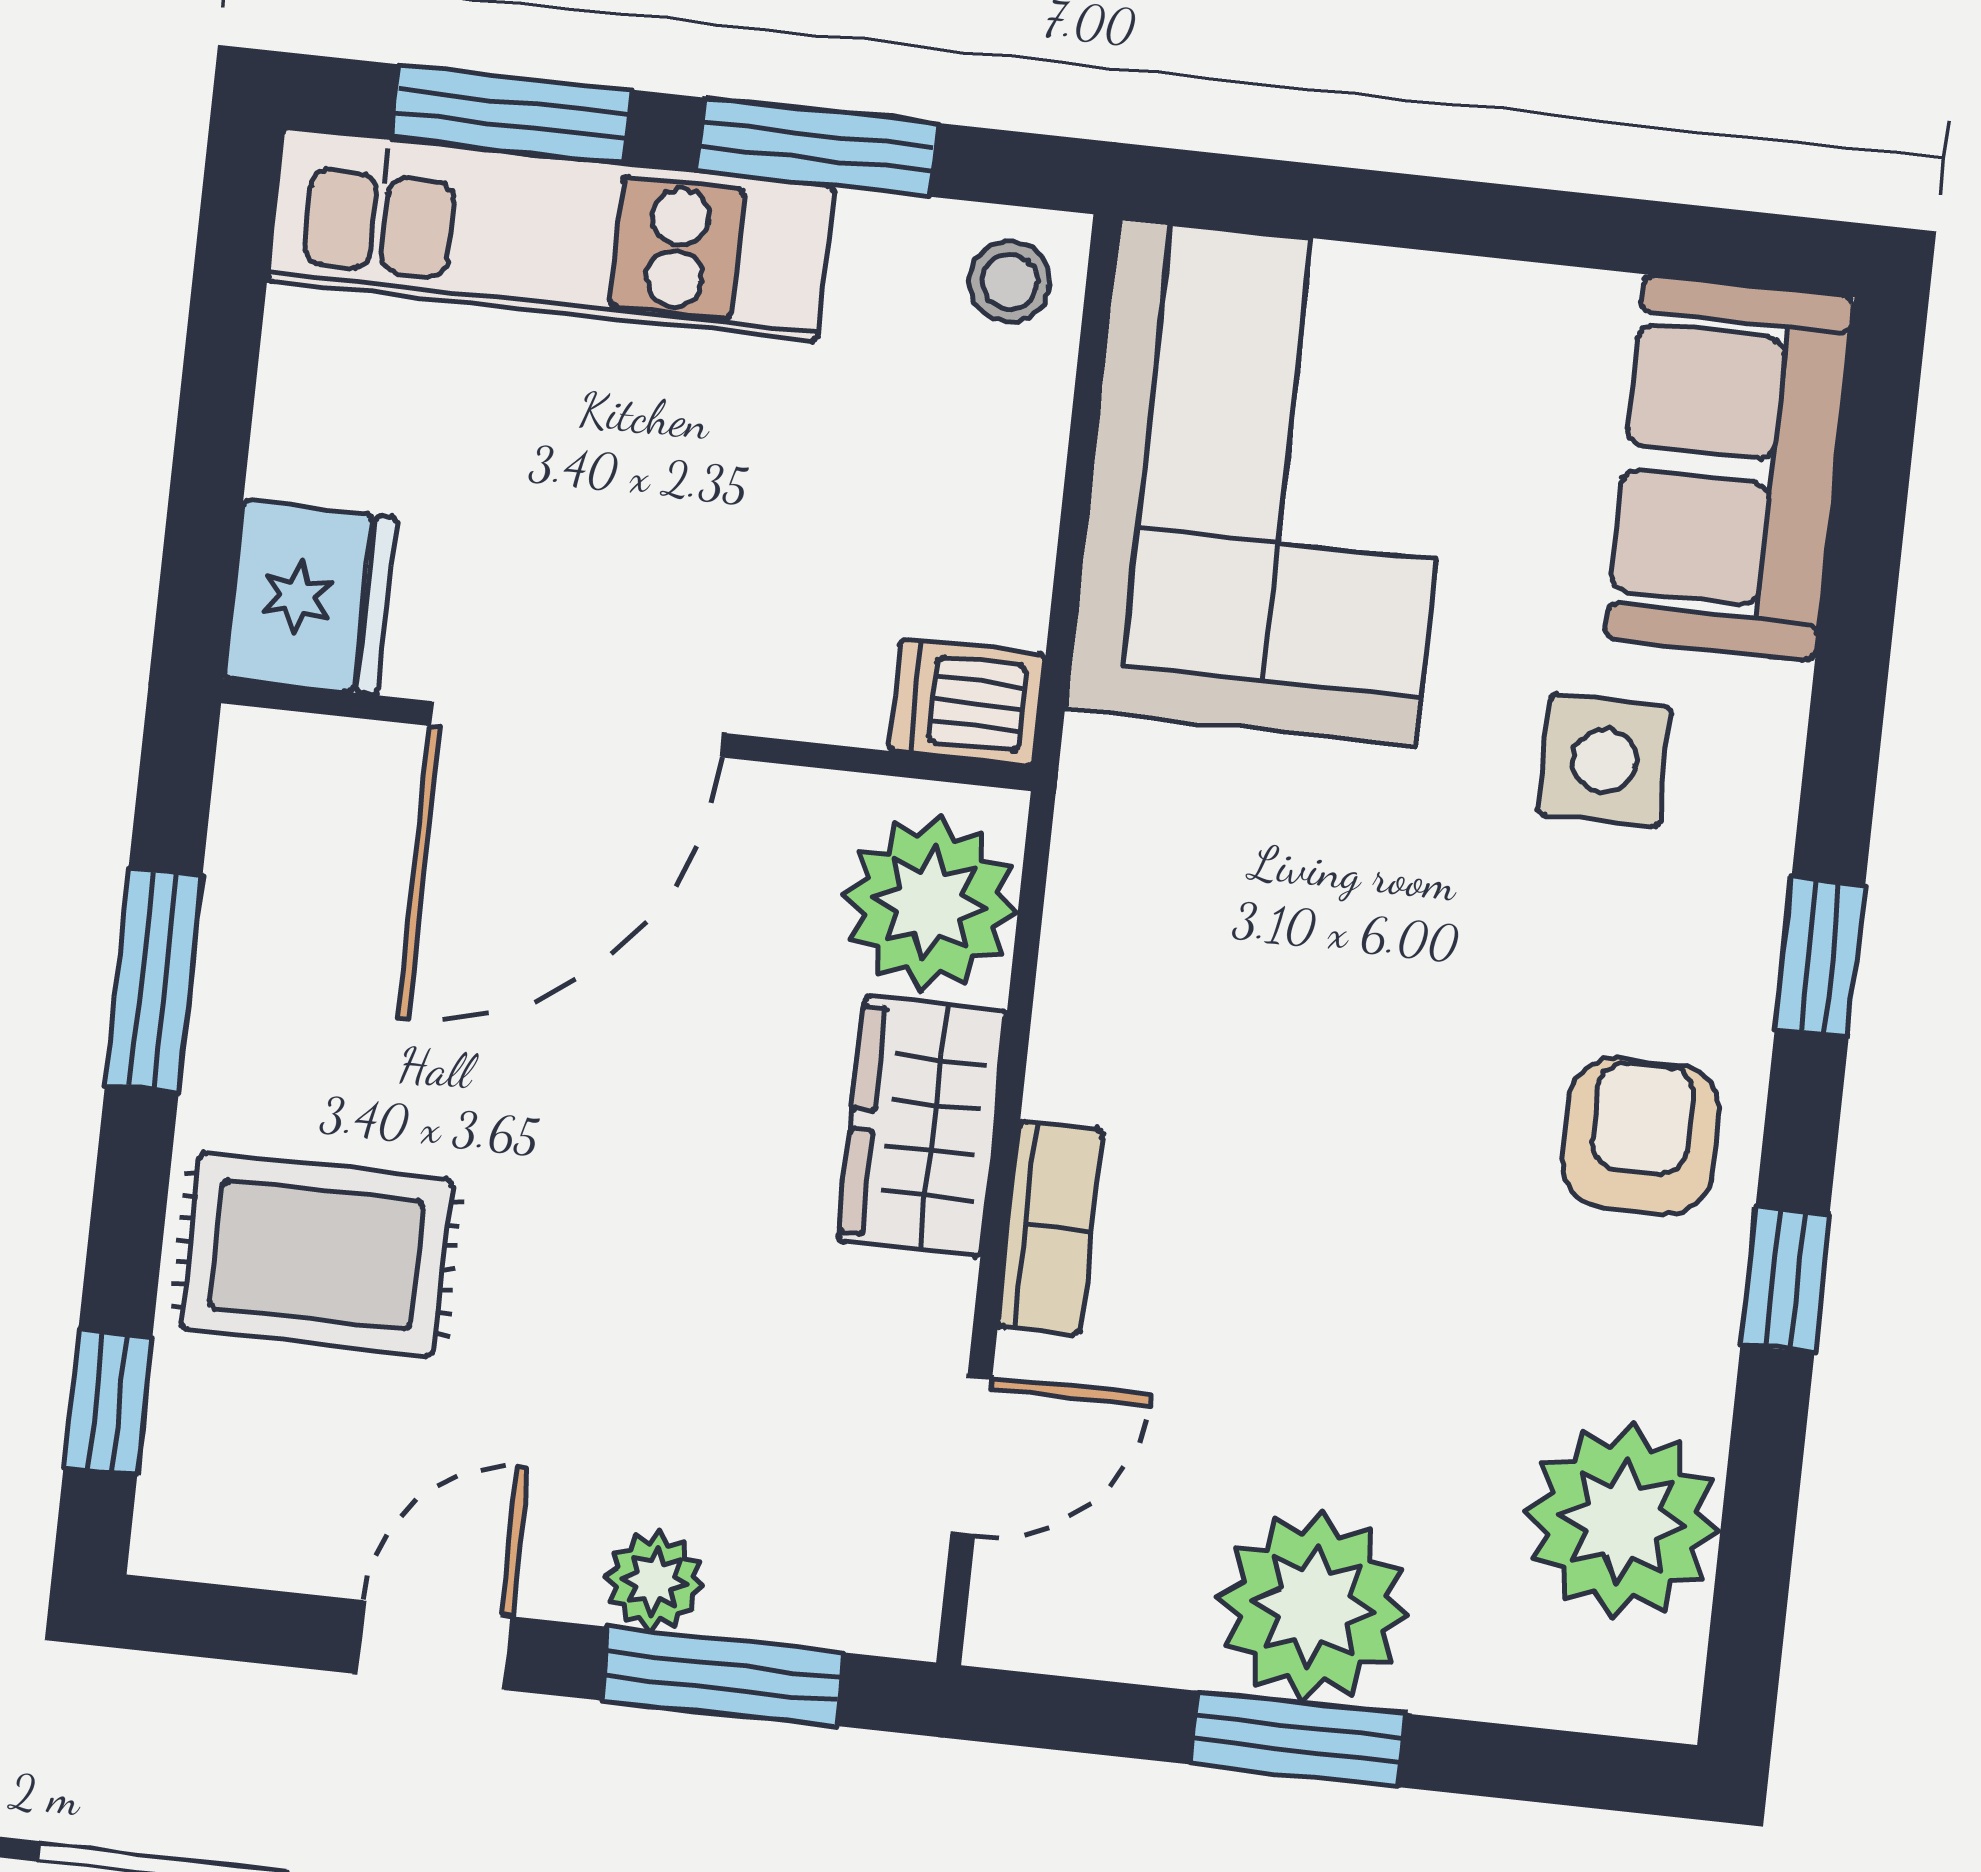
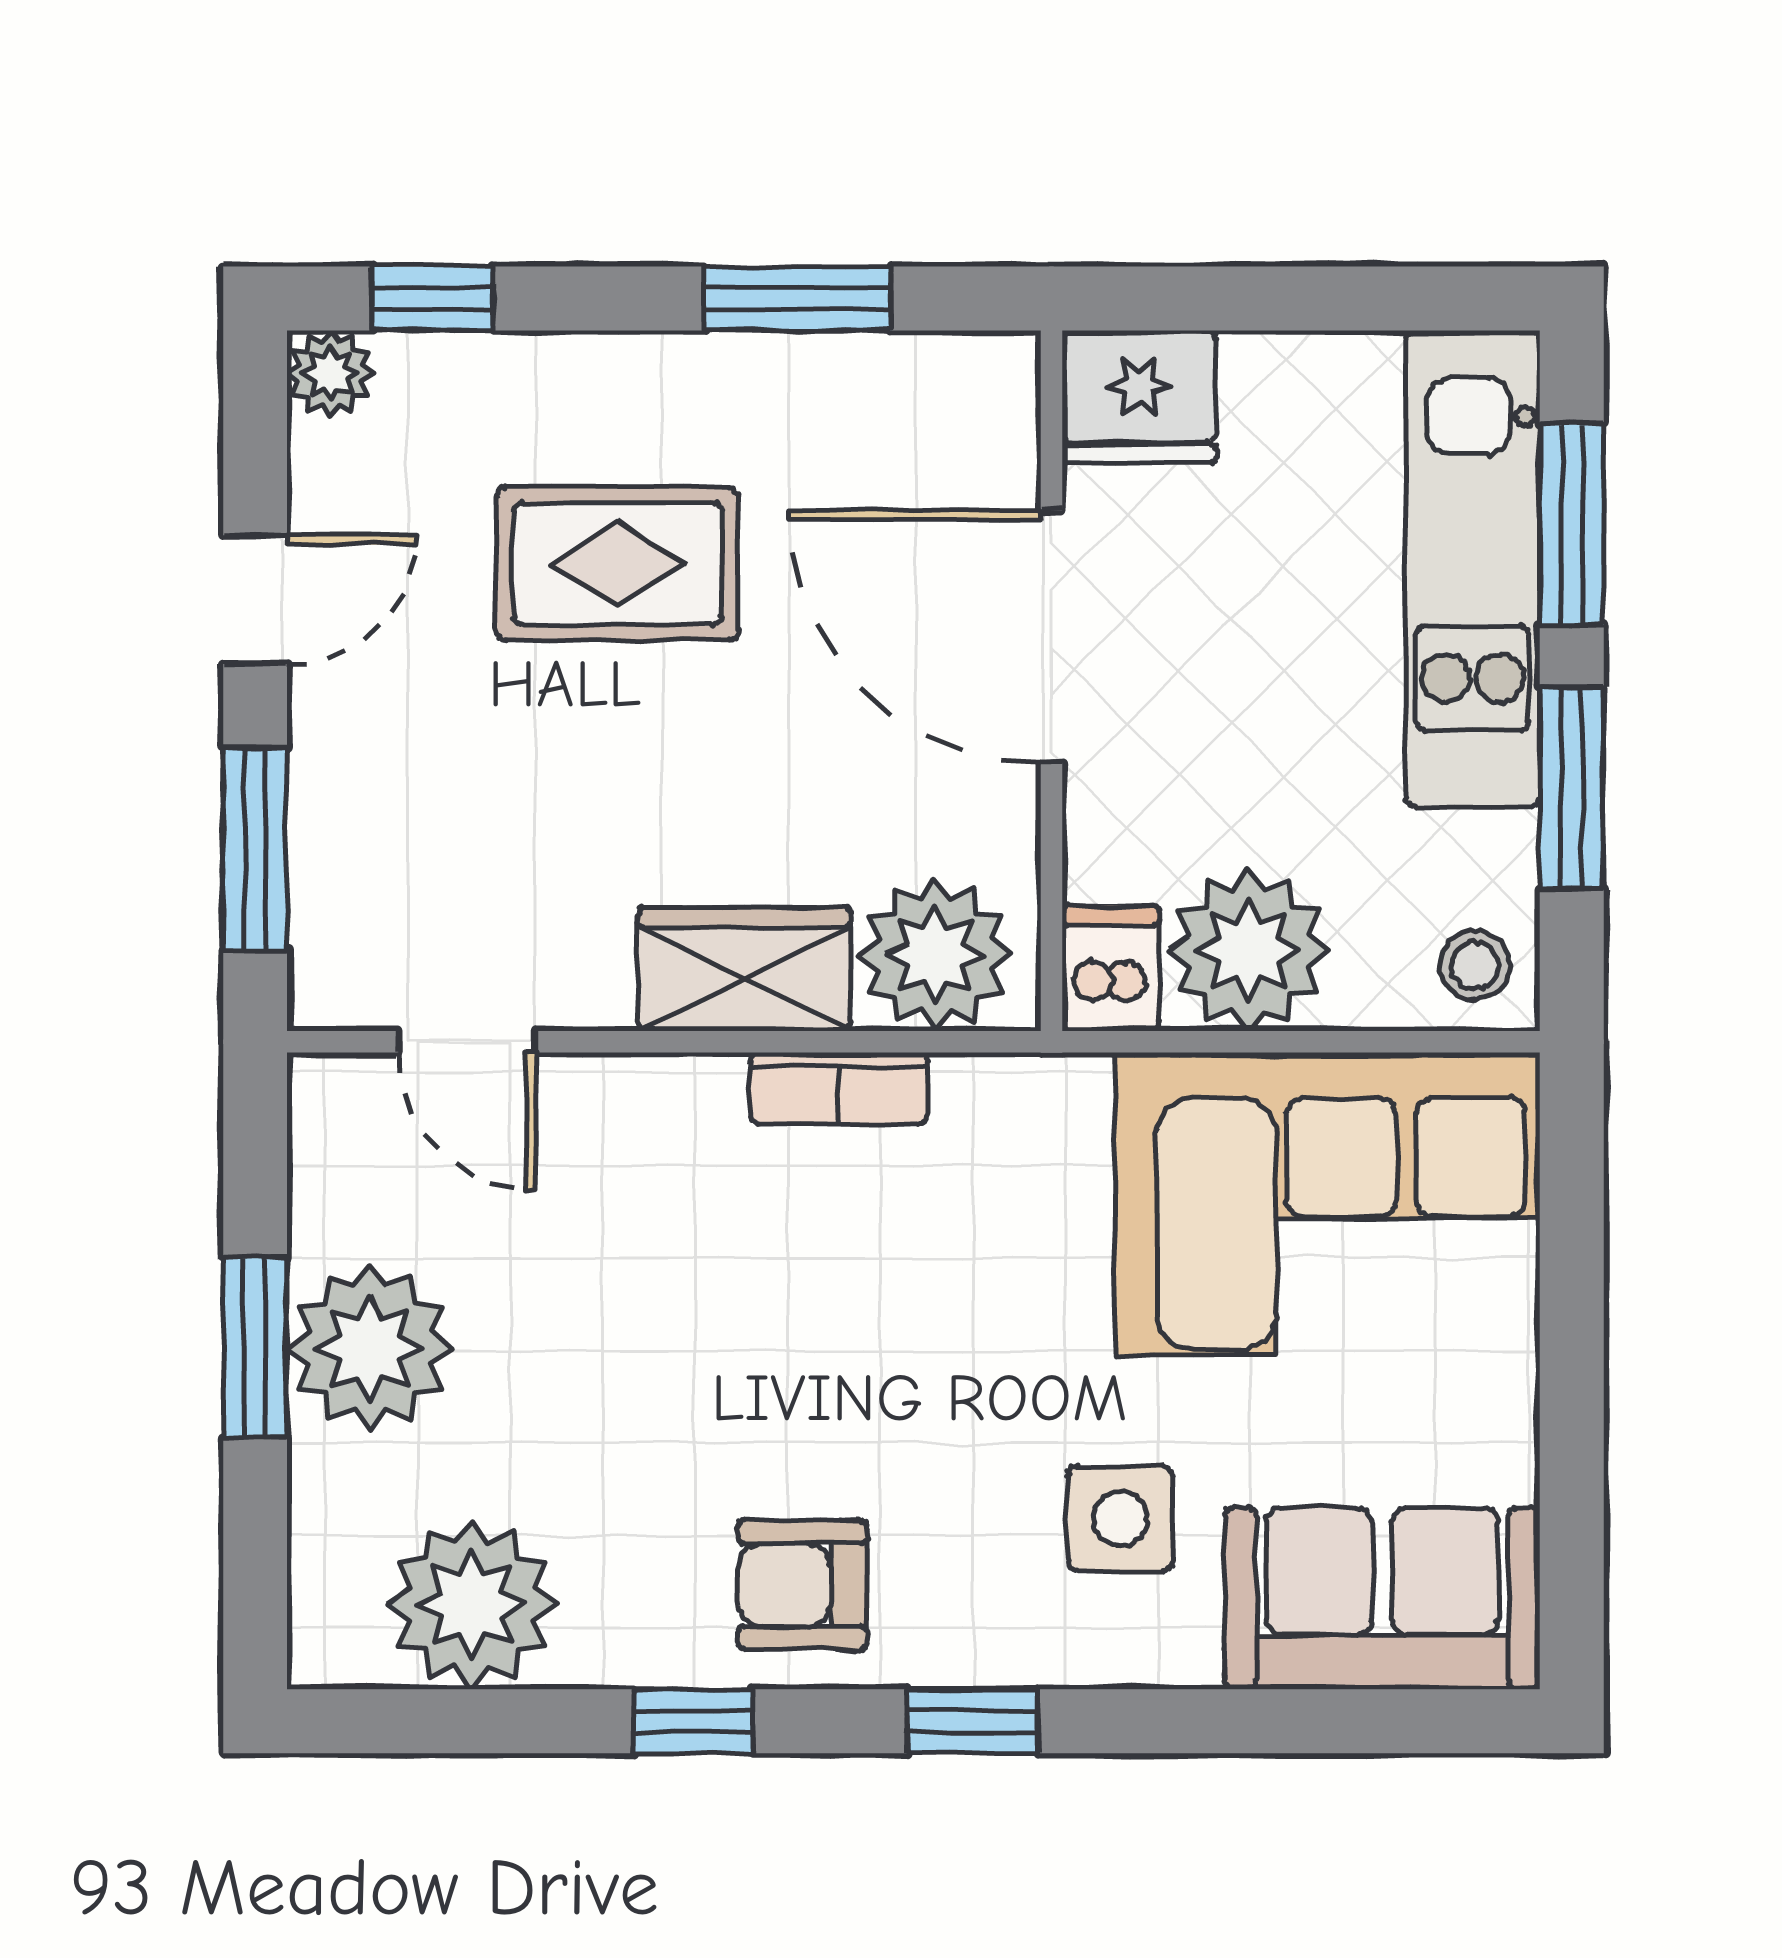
plant: (964, 541) -> (1248, 950), added
armchair: (1641, 1136) -> (802, 1585), turned 180
bookcase: (1050, 1228) -> (839, 1088), moved
rug: (316, 1254) -> (617, 564), moved, turned 90
plant: (654, 1581) -> (330, 374), moved
door: (434, 1645) -> (255, 600), hinge flipped

